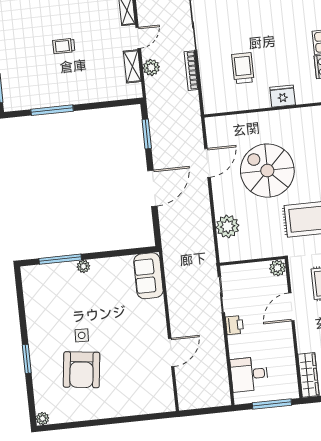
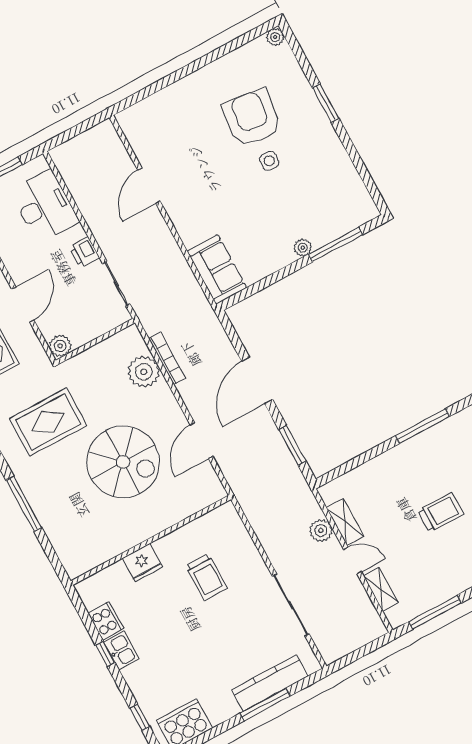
door: (138, 38) -> (352, 561), swing flipped
trolley: (64, 46) -> (441, 512), width x1.36, depth x1.39
bookcase: (191, 71) -> (167, 358), moved
desk: (249, 374) -> (45, 206), width x1.37

